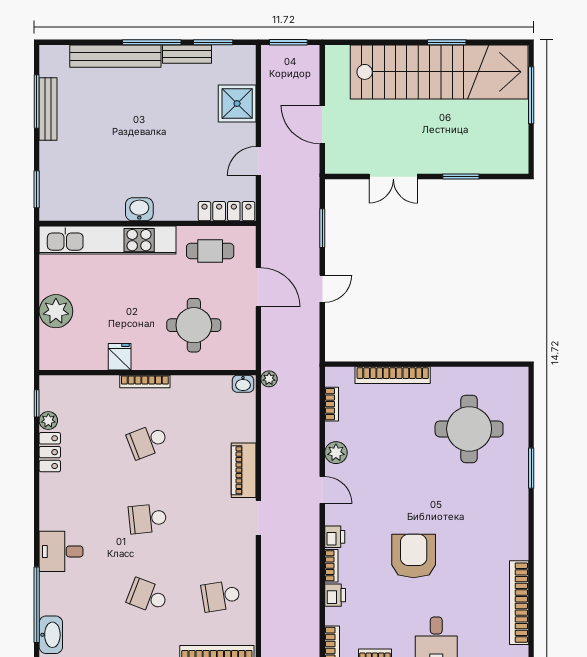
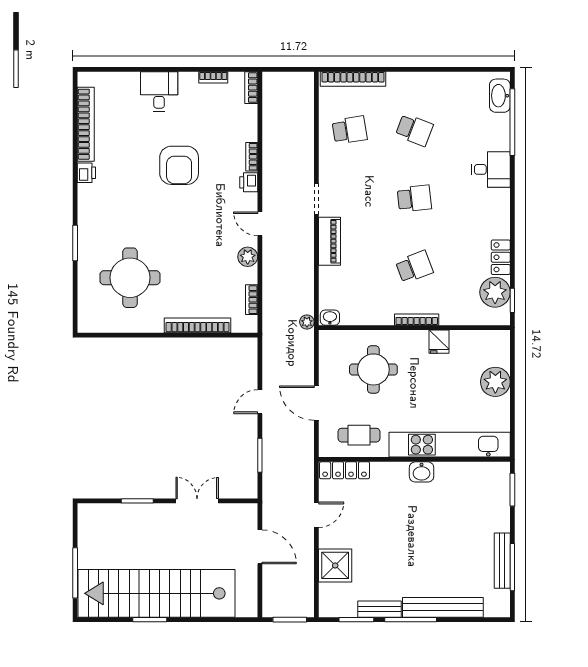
plant: (48, 421) -> (495, 292), width x1.87, depth x1.87
printer: (335, 595) -> (86, 173), moved, turned 180

